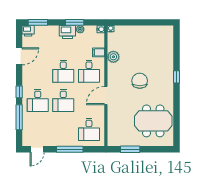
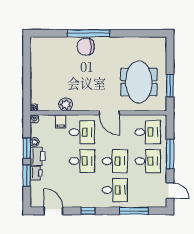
window: (38, 22) -> (27, 176), moved
printer: (28, 31) -> (36, 173), moved
door: (19, 56) -> (53, 211), moved
window: (176, 77) -> (88, 33), width x3.17
chair: (140, 81) -> (86, 47), moved
window: (19, 92) -> (88, 211), moved
meeting table: (153, 121) -> (139, 82), moved
desk: (63, 130) -> (148, 161), added

